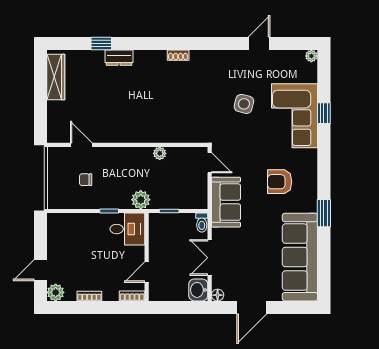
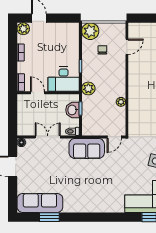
armchair: (280, 182) -> (101, 186), removed
plant: (59, 197) -> (90, 31), added
window: (324, 213) -> (49, 217), moved
desk: (127, 229) -> (64, 79), width x1.37
sofa: (300, 257) -> (40, 203), width x0.74, depth x0.79
washbasin: (198, 290) -> (72, 110), moved, turned -90

